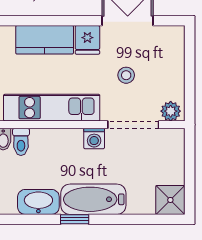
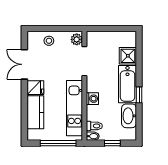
stool: (126, 75) -> (49, 41), moved
washing machine: (94, 139) -> (92, 99), moved
shower: (170, 200) -> (128, 56), moved

